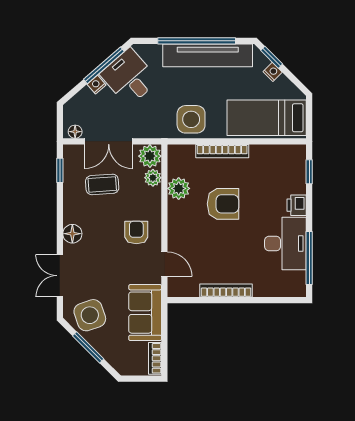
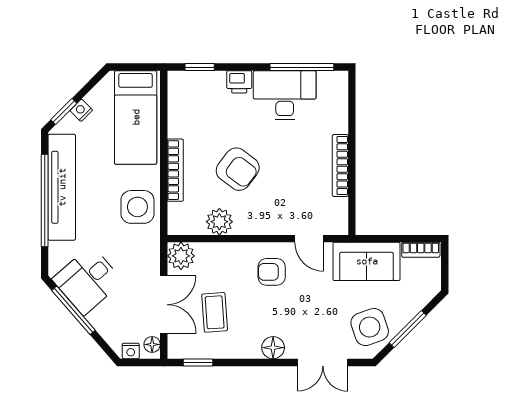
nightstand: (96, 85) -> (131, 351), moved, turned -49
plant: (153, 178) -> (207, 252), removed
armchair: (223, 204) -> (238, 169), turned 127
door: (164, 264) -> (309, 239), swing flipped

